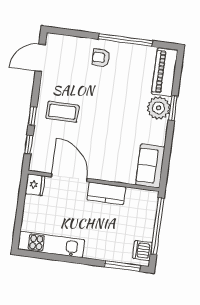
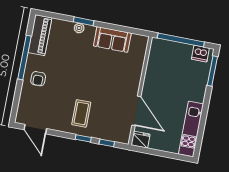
piano: (165, 72) -> (40, 35), moved, turned -90
plant: (159, 108) -> (79, 28), width x0.53, depth x0.53
sofa: (150, 166) -> (112, 39), moved
door: (69, 178) -> (136, 111), swing flipped
kitchen counter: (106, 193) -> (151, 81), removed

